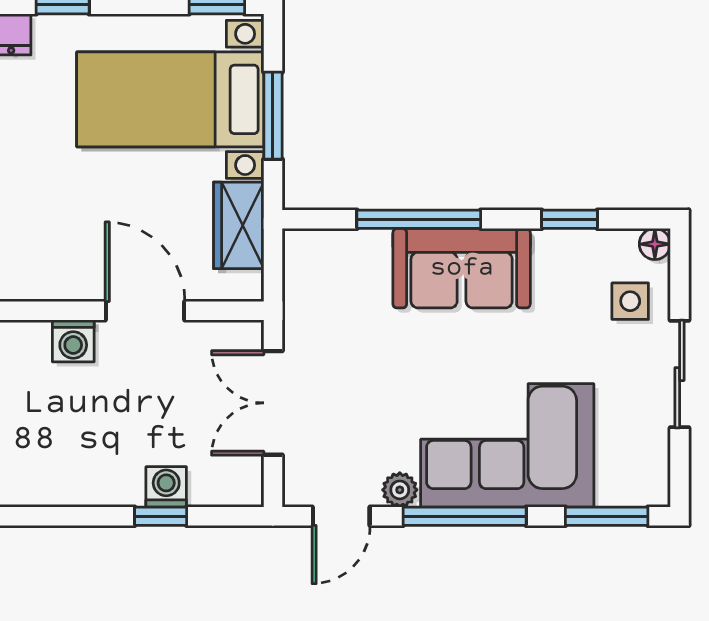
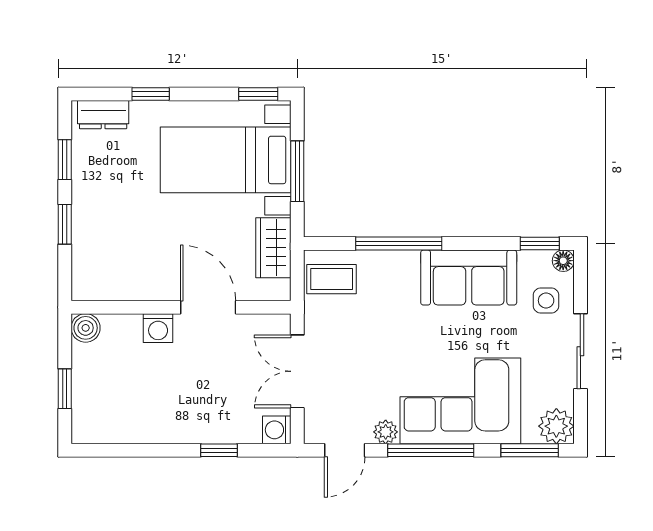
window: (570, 219) -> (540, 243), moved
sofa: (462, 268) -> (469, 278), moved
coffee table: (322, 270) -> (332, 279), added
plant: (645, 482) -> (556, 426), added
washing machine: (166, 487) -> (277, 430), moved, turned -90

